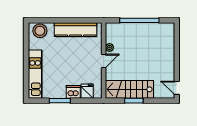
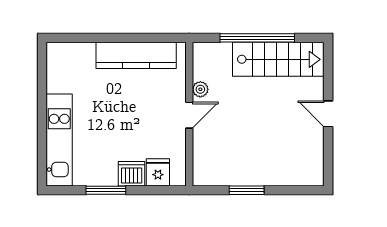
stool: (40, 31) -> (68, 58), removed
door: (177, 88) -> (328, 114), moved
stairs: (129, 89) -> (278, 59), moved, turned 180

